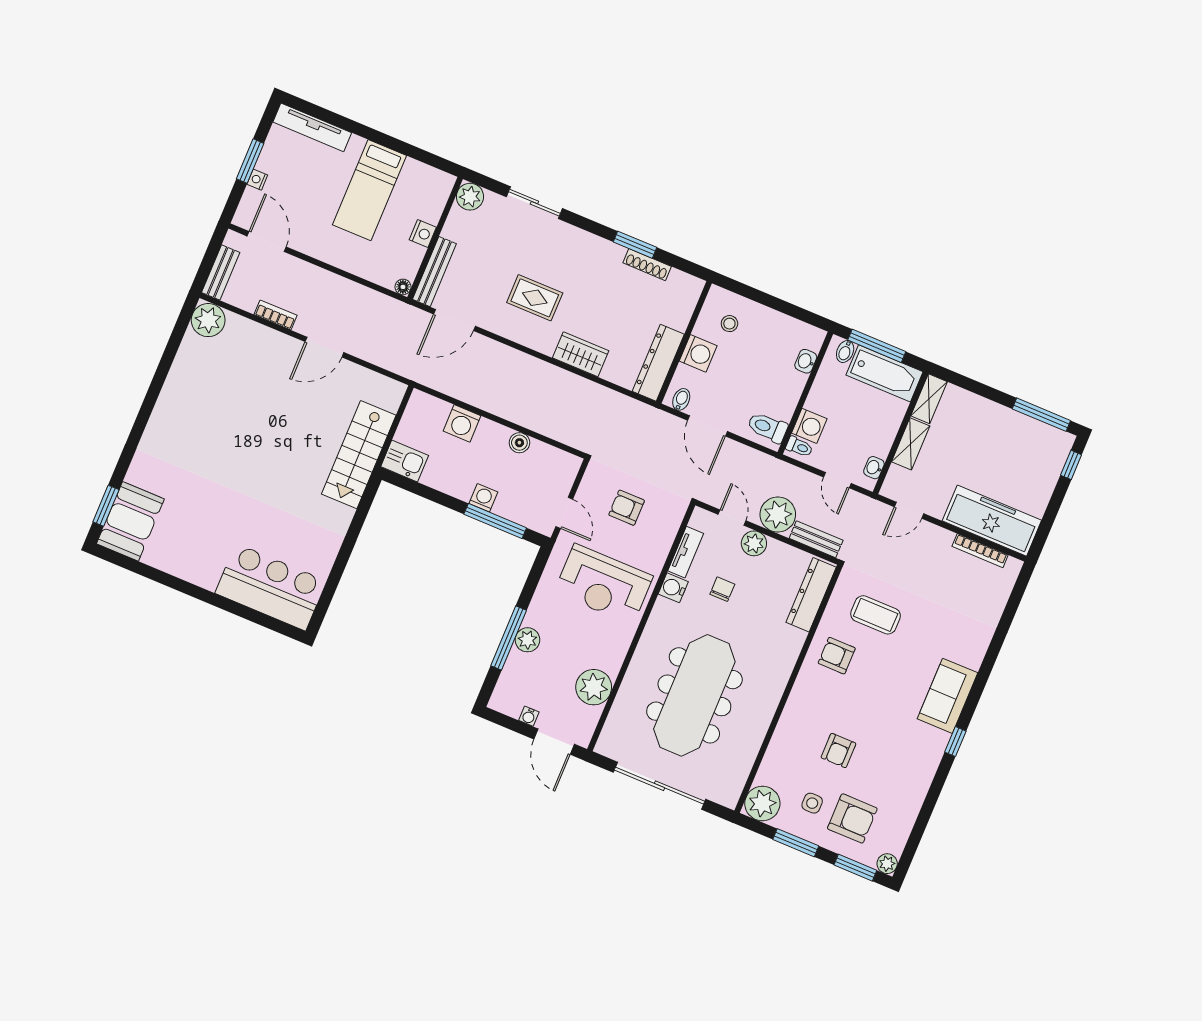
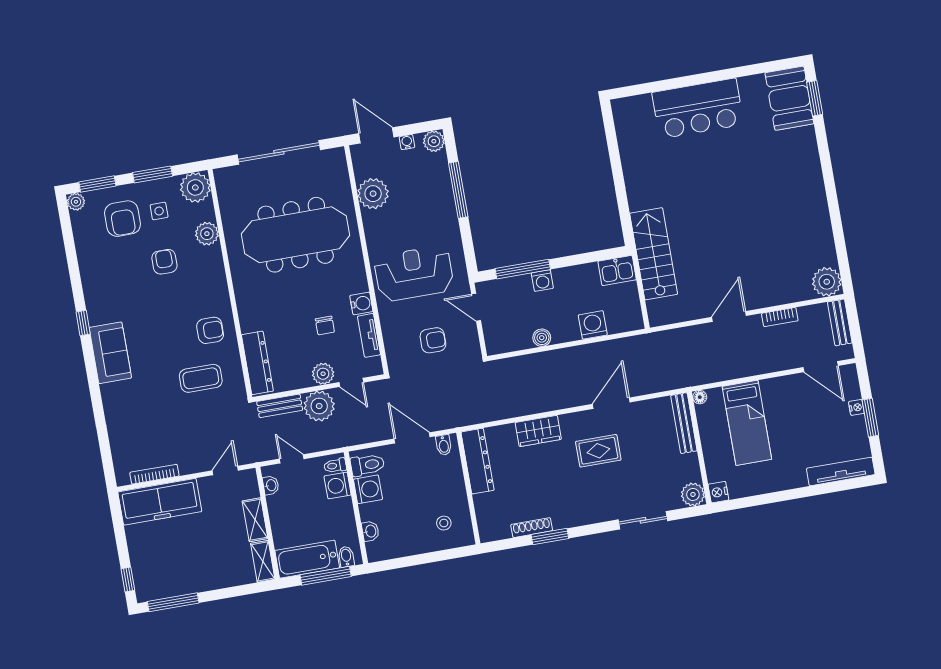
bed: (369, 190) -> (747, 423), moved, turned 180
nightstand: (423, 233) -> (718, 492), moved
door: (454, 320) -> (611, 403), moved
washing machine: (698, 353) -> (368, 489), moved, turned 180
bar counter: (271, 587) -> (698, 109), moved
plant: (527, 640) -> (434, 141), moved
meeting table: (694, 695) -> (296, 235), turned 90
plant: (780, 751) -> (207, 234), added
armchair: (852, 818) -> (123, 219), turned -90

